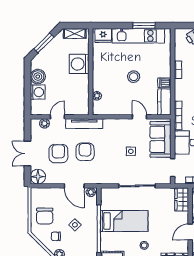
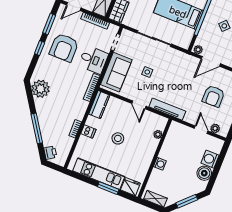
window: (144, 26) -> (108, 188), moved
washing machine: (79, 64) -> (160, 164), width x0.53, depth x0.53
dishwasher: (164, 83) -> (88, 132), moved
door: (57, 117) -> (201, 130), swing flipped
door: (139, 117) -> (139, 105), moved
tv unit: (84, 124) -> (167, 109), moved
armchair: (85, 152) -> (189, 88), removed
door: (74, 186) -> (211, 61), swing flipped

